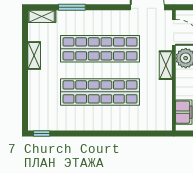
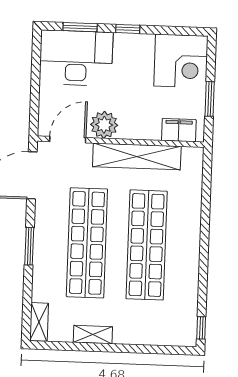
window: (72, 7) -> (29, 246), moved
shelving: (166, 65) -> (137, 156), width x2.20, depth x1.33

